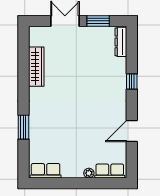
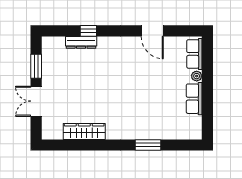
dresser: (121, 42) -> (81, 42), moved
window: (132, 81) -> (88, 31), moved
row of seats: (46, 171) -> (194, 99), moved

